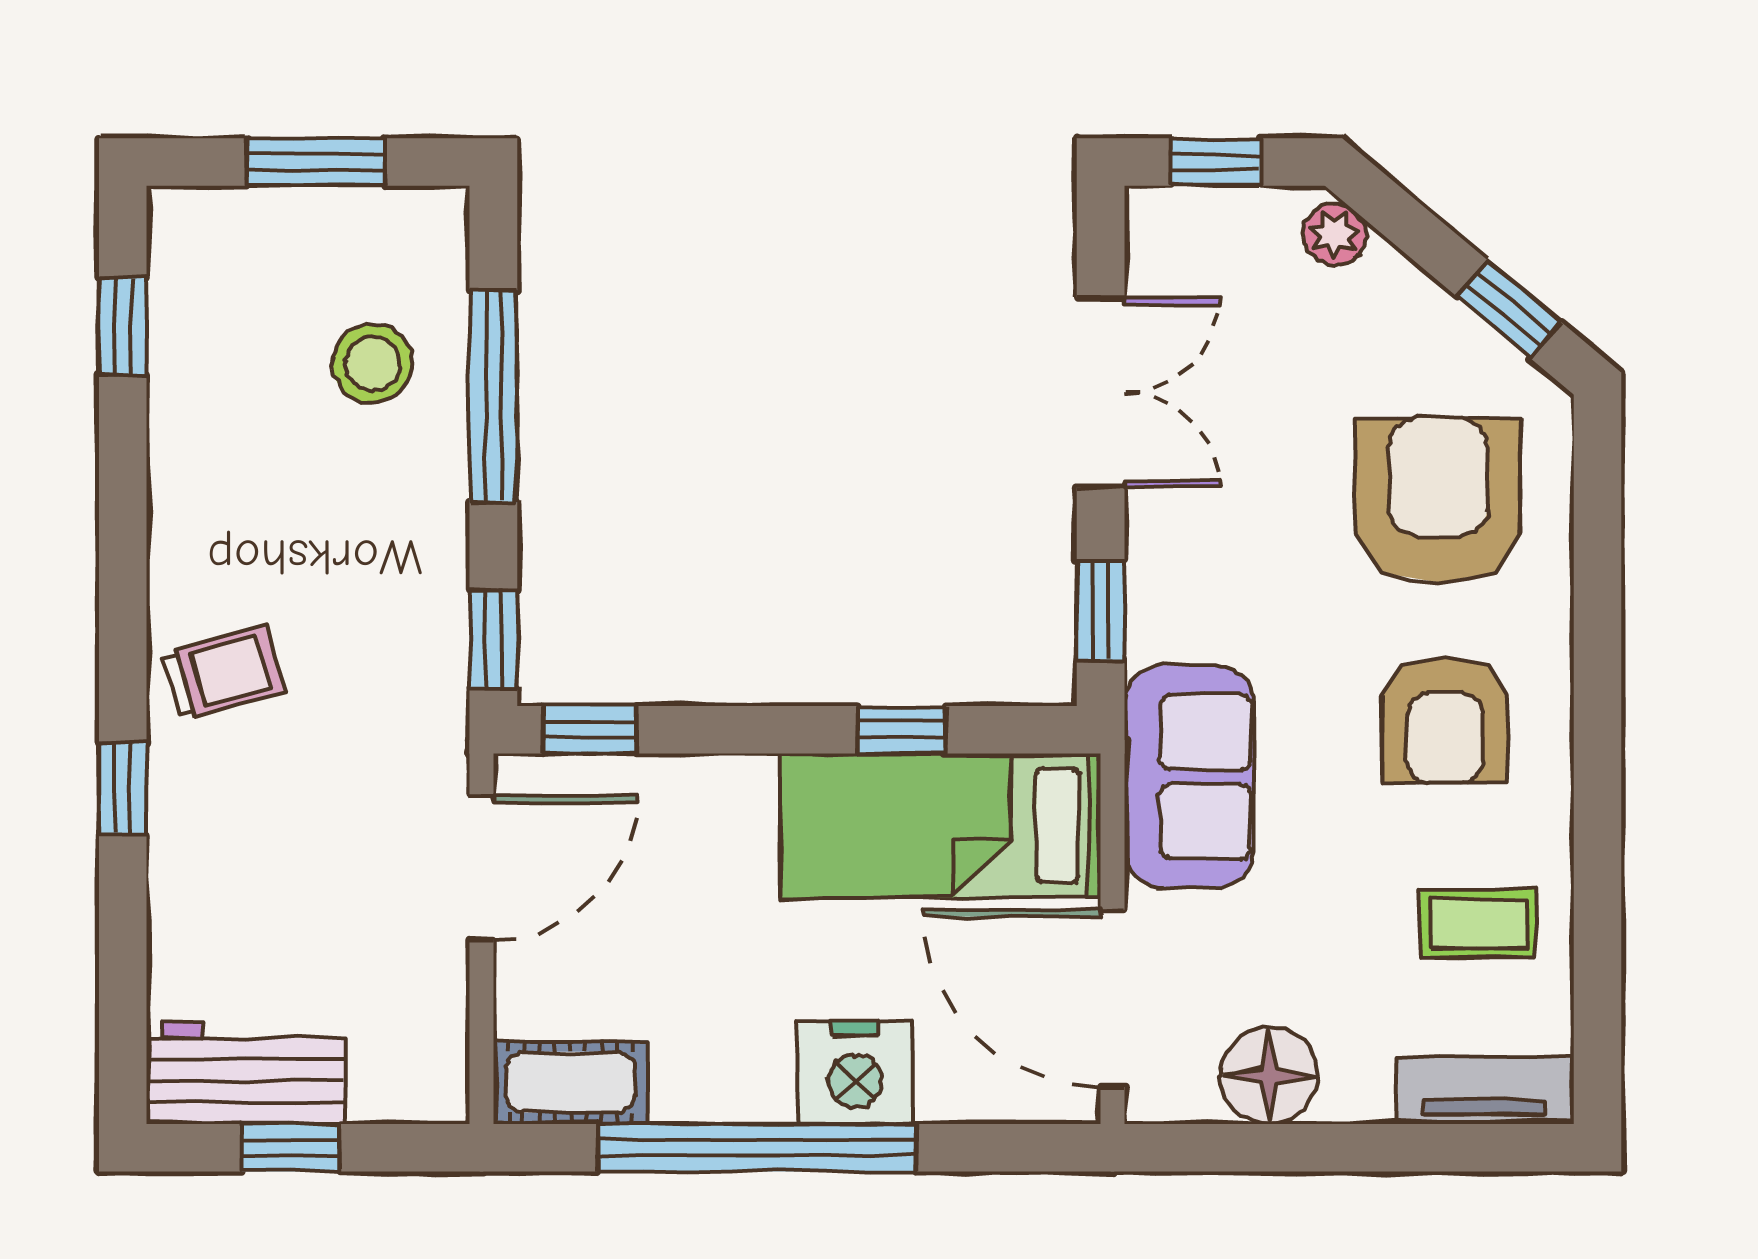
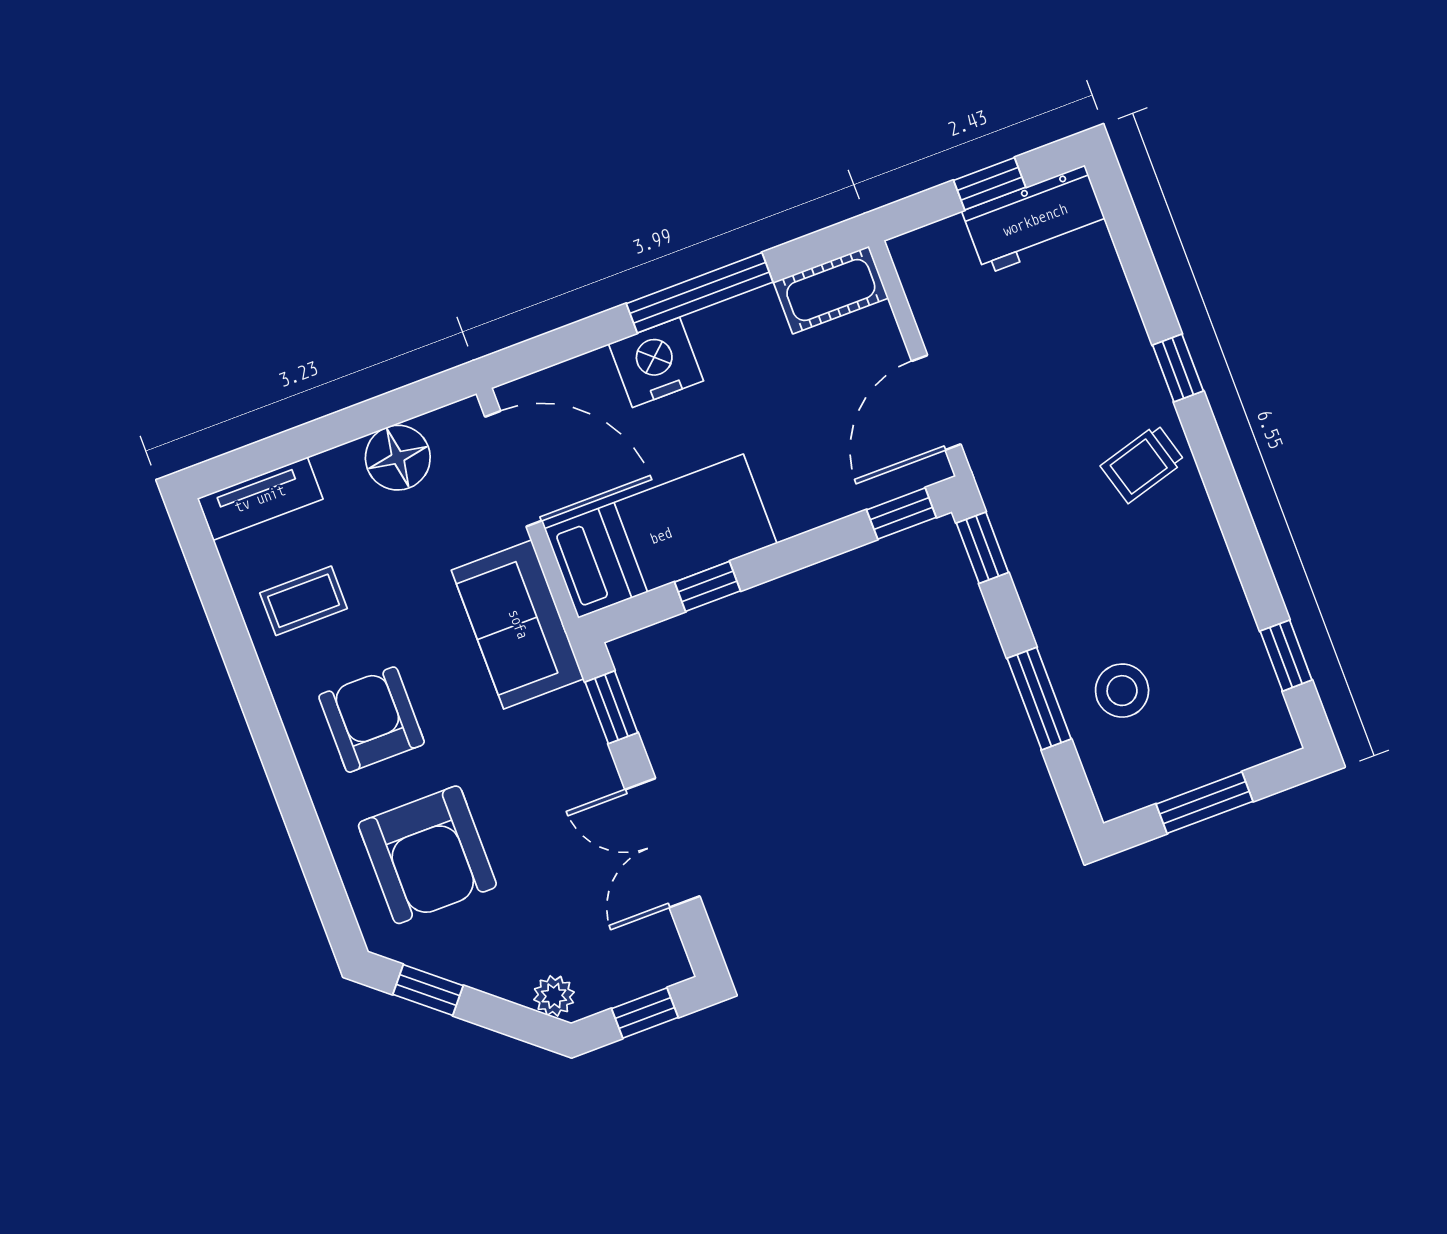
window: (493, 396) -> (1039, 699), width x0.69
window: (757, 1148) -> (700, 293), width x0.68

